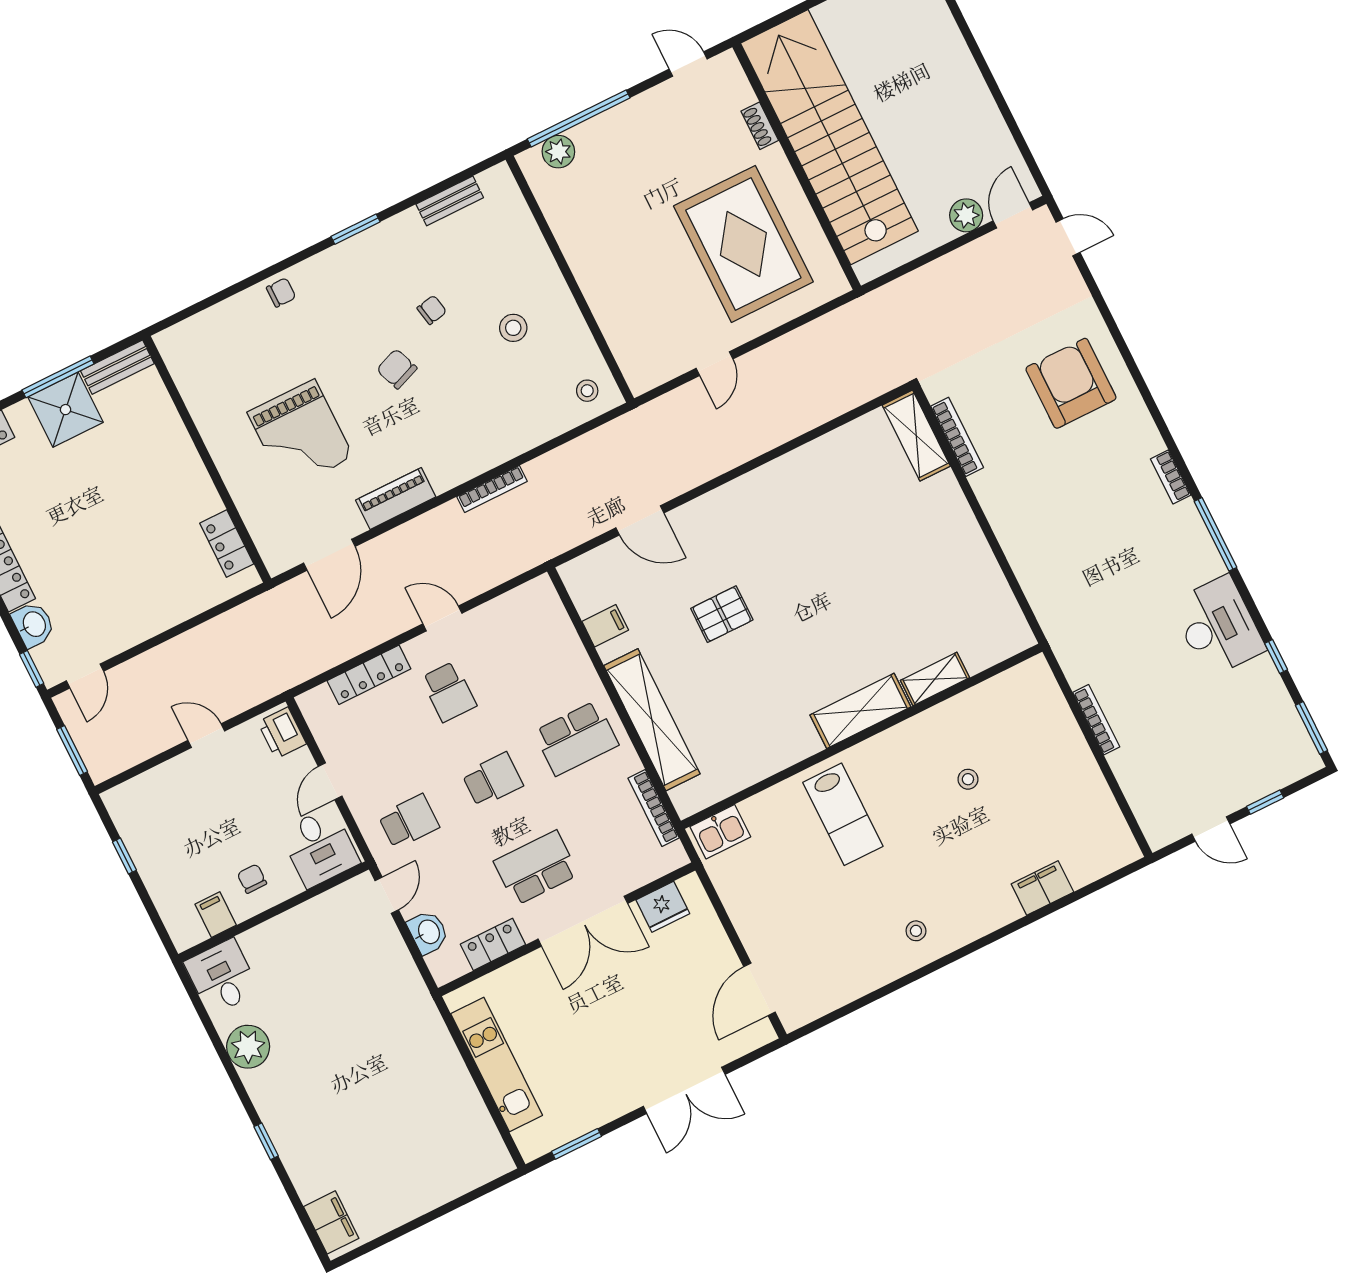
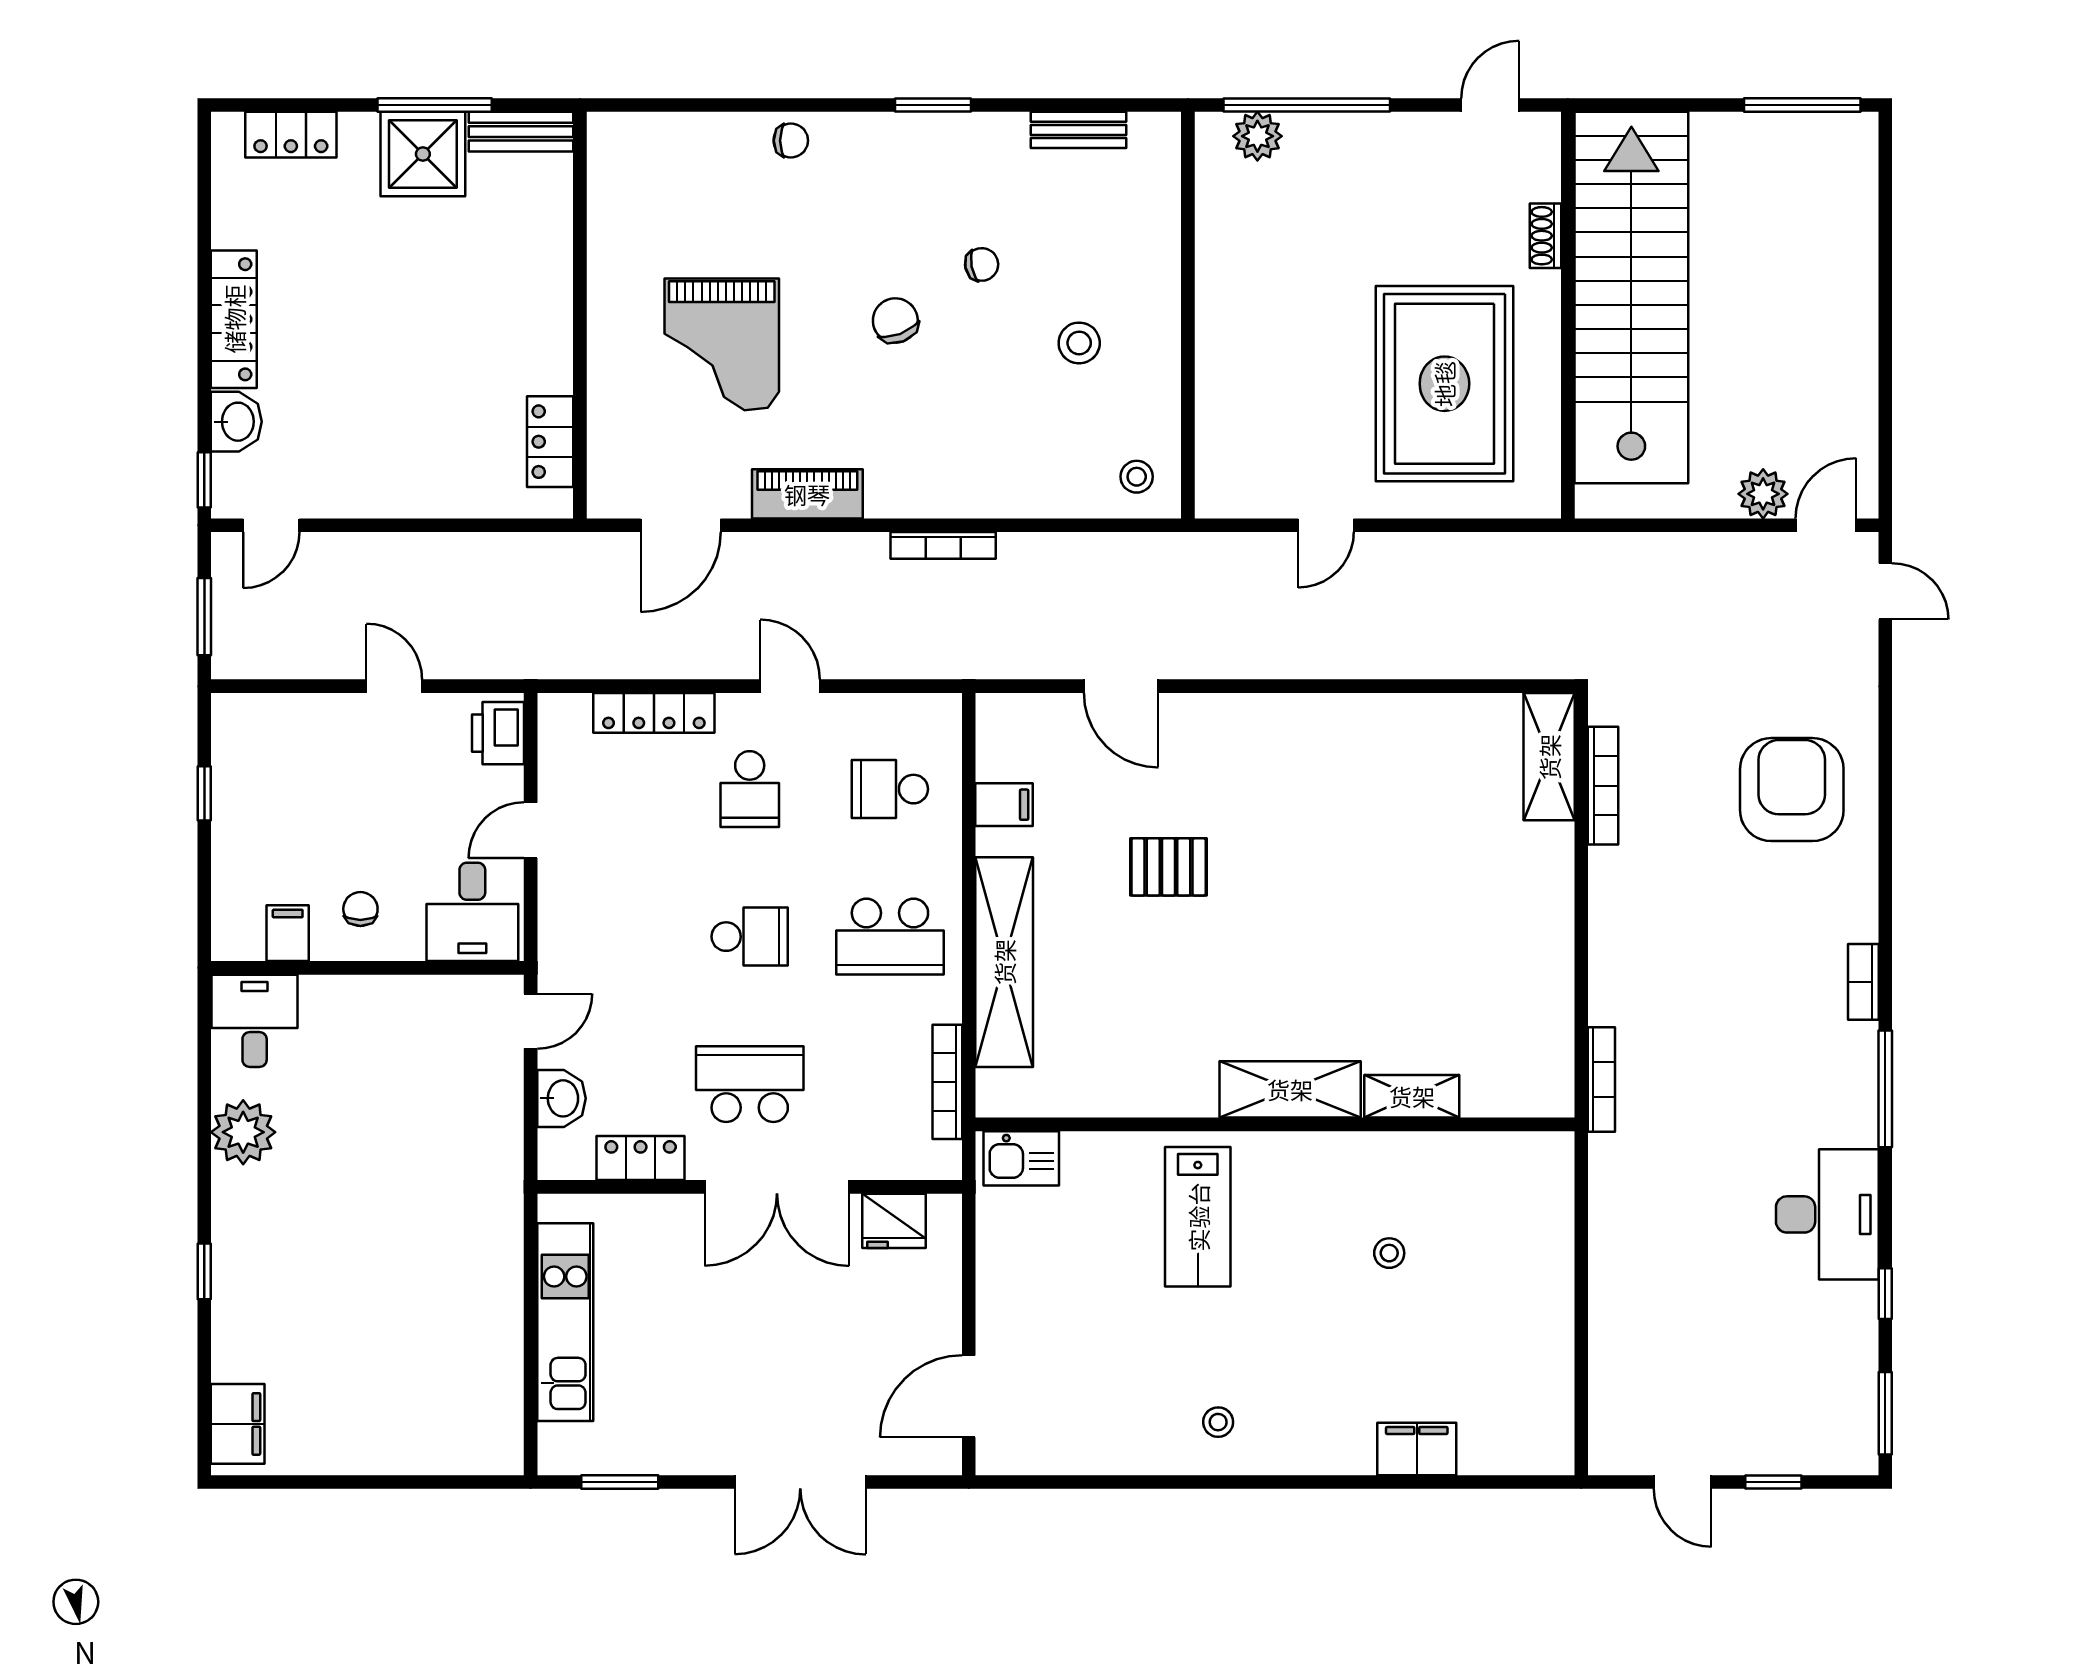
door: (688, 64) -> (1490, 105), hinge flipped
bookcase: (1096, 720) -> (1601, 1079), moved
school desk: (409, 821) -> (890, 789), moved, turned 180

